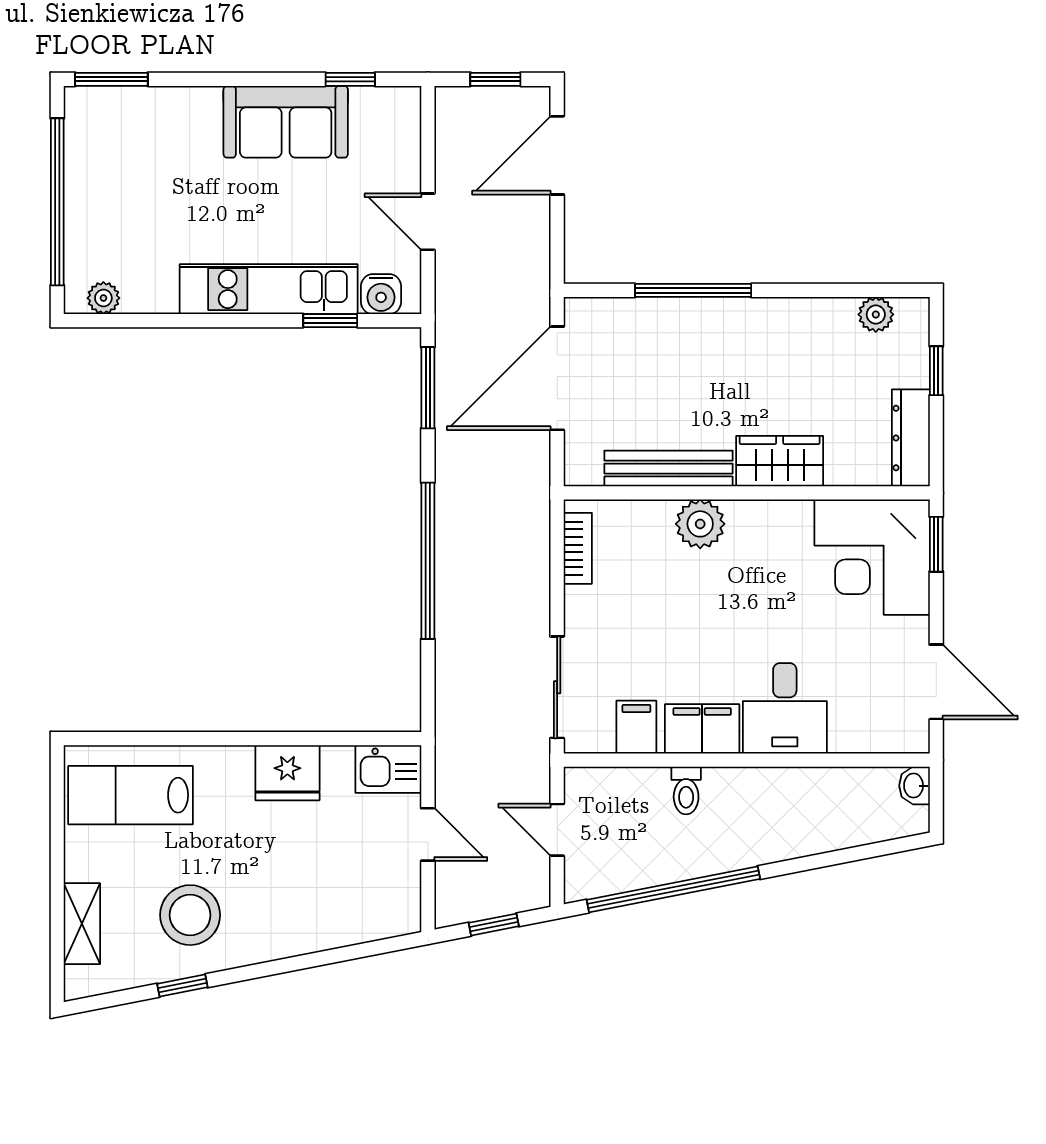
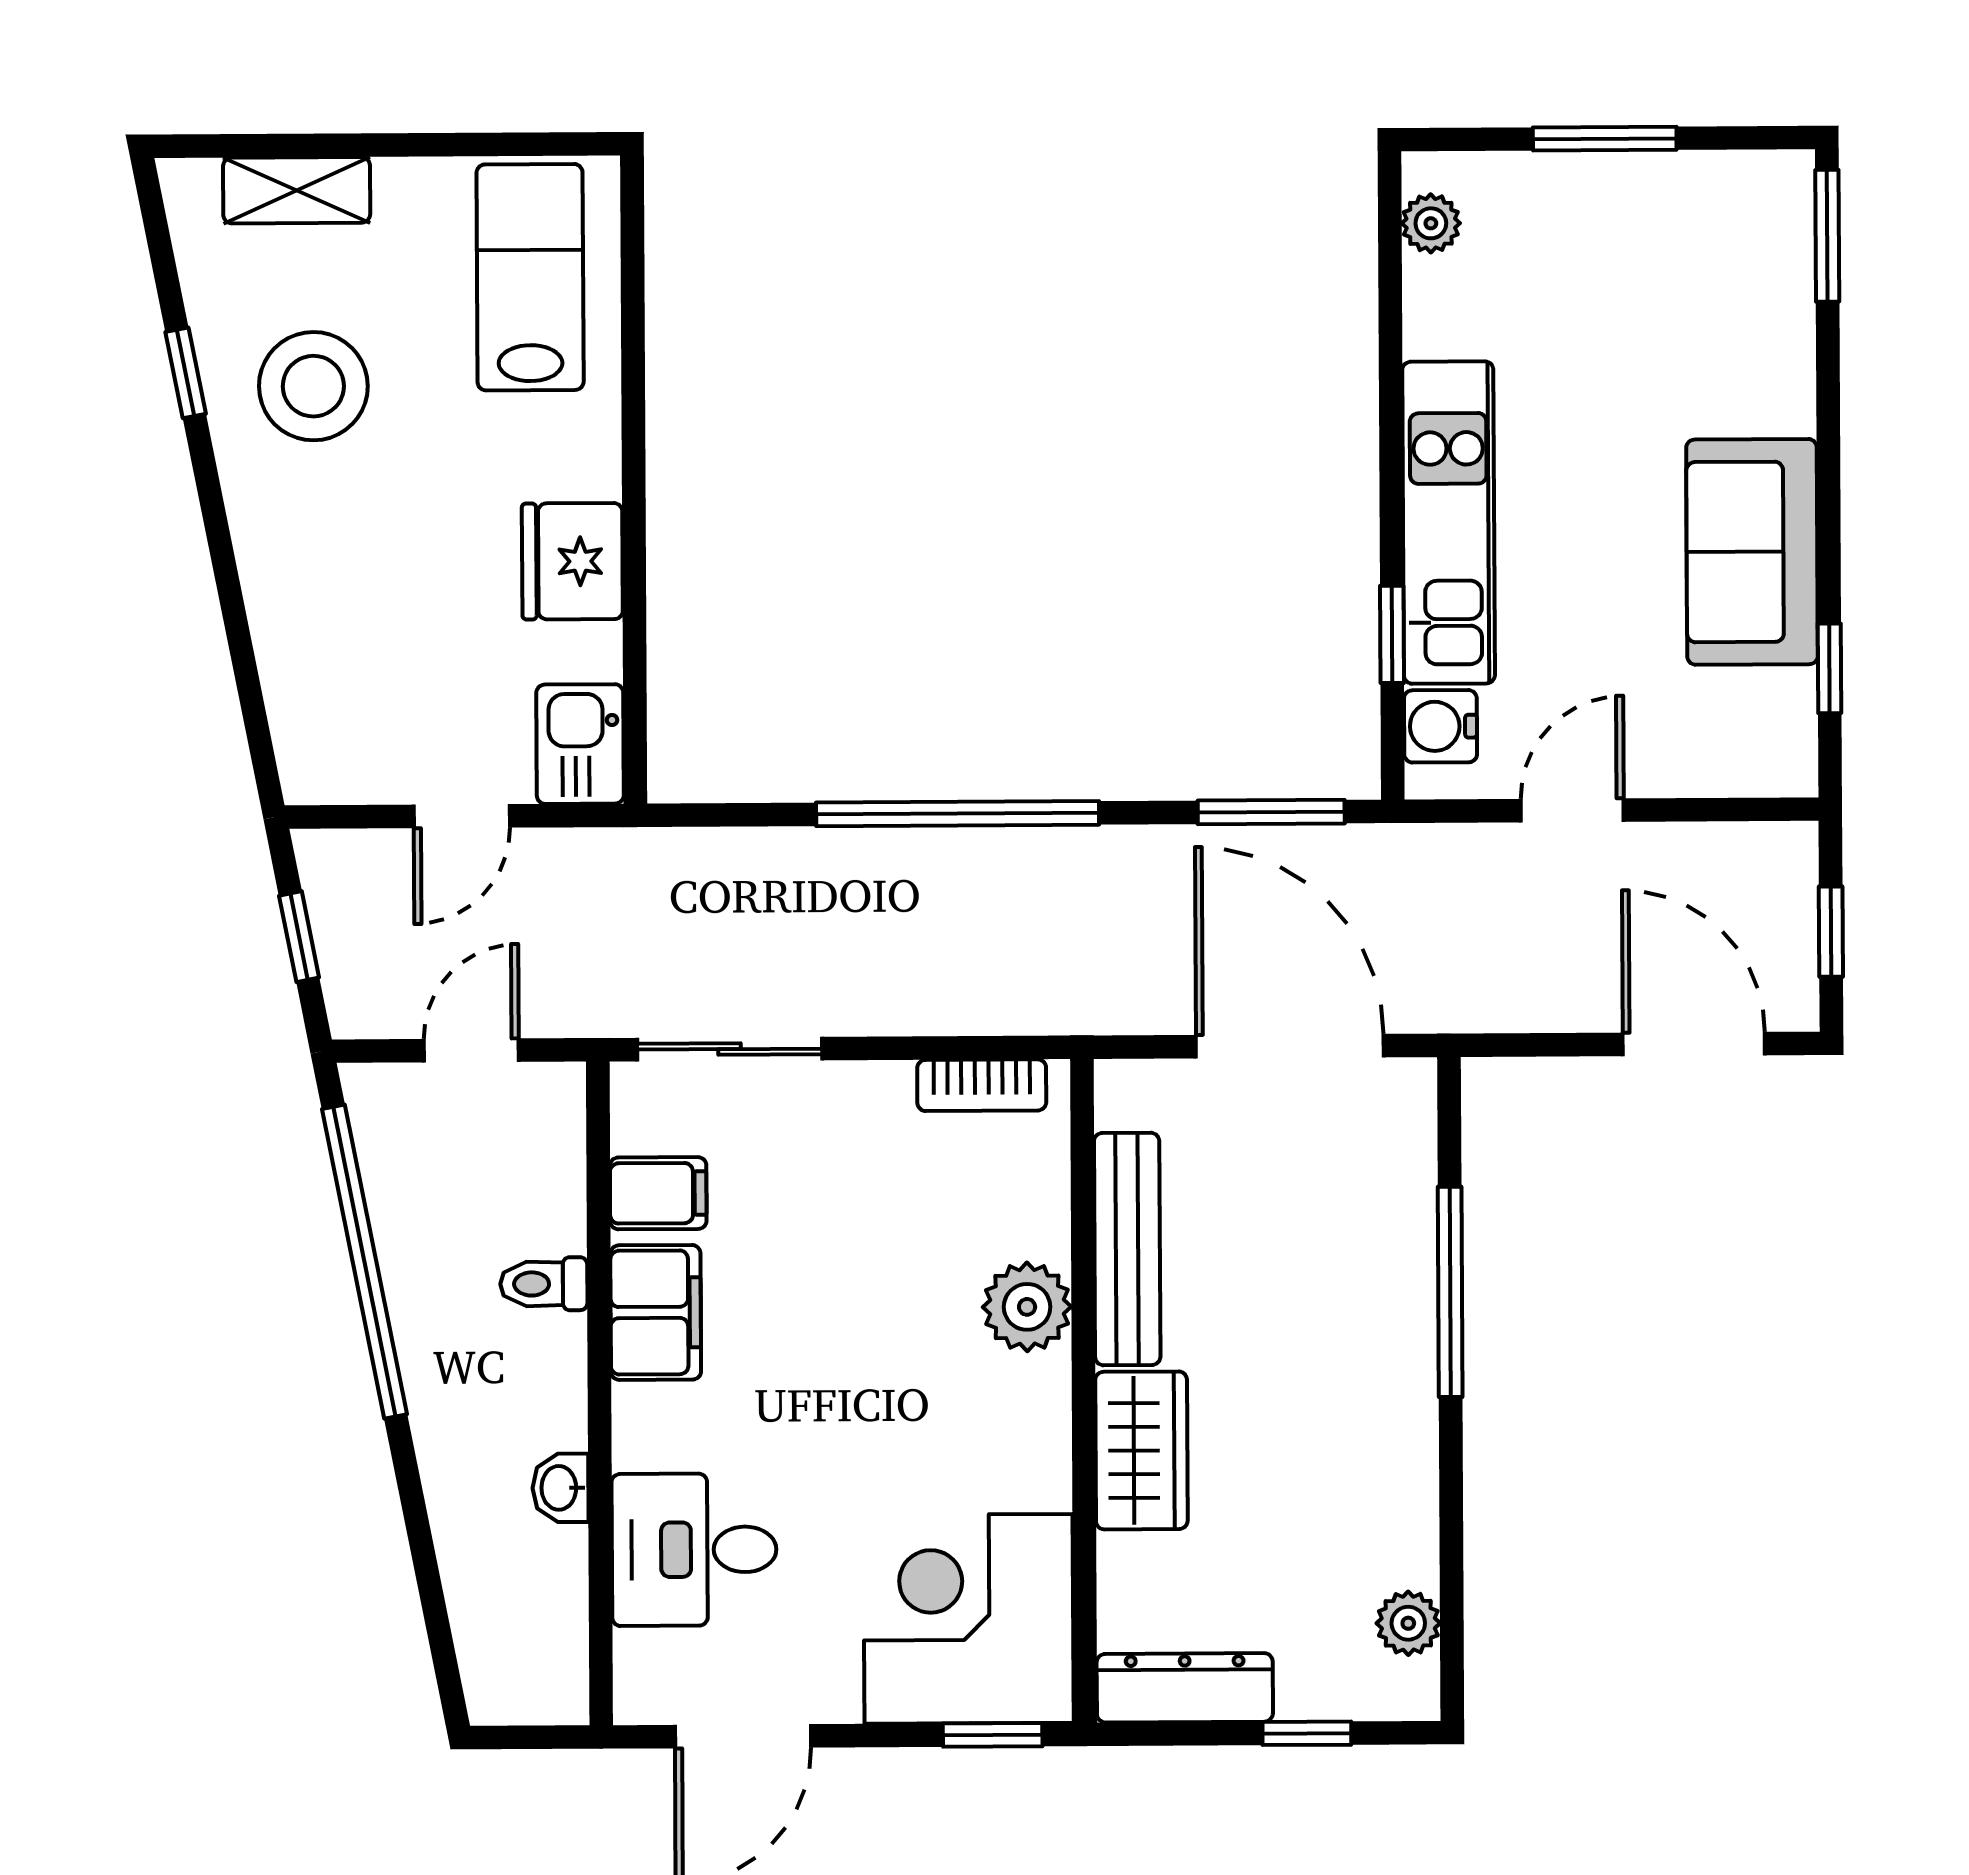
window: (57, 202) -> (1605, 139), width x0.47
desk: (785, 708) -> (694, 1550), moved
washbasin: (914, 786) -> (560, 1488), moved, turned -90

